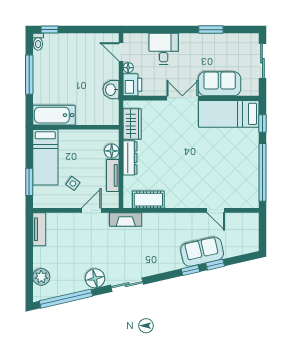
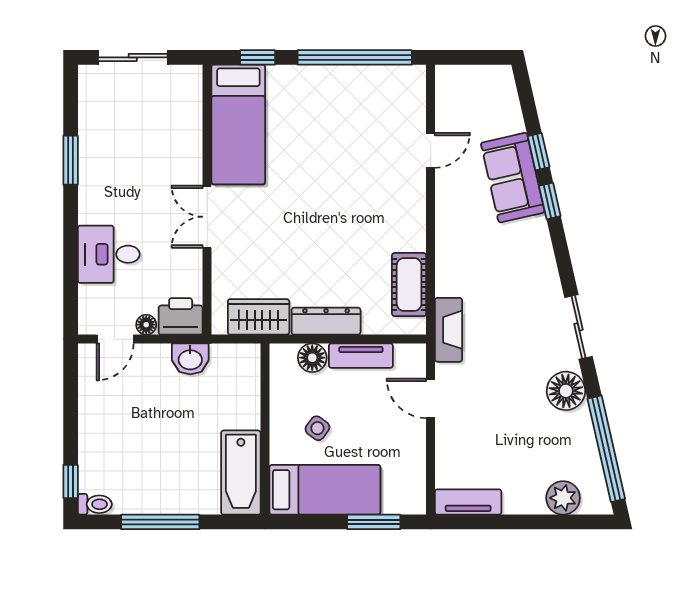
sofa: (220, 84) -> (178, 143), removed
side table: (73, 183) -> (317, 428), moved

